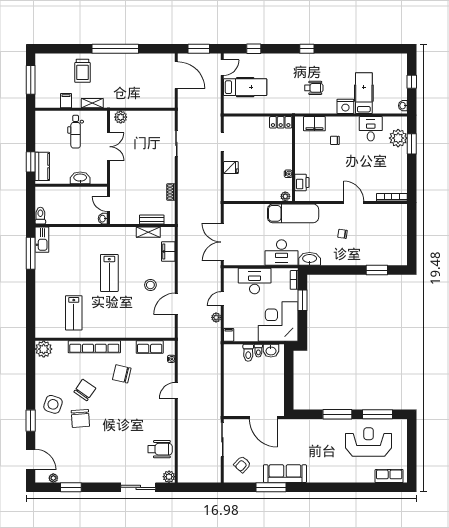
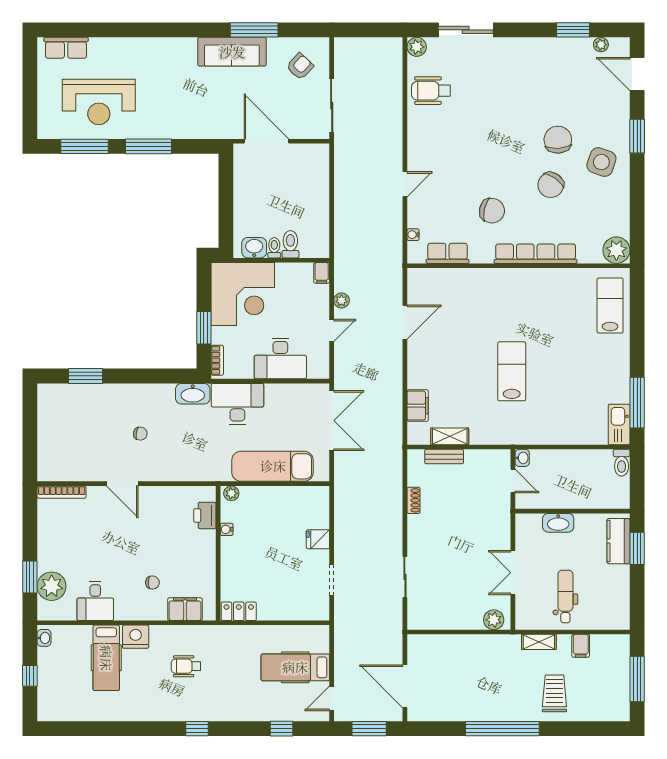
exam couch: (293, 213) -> (273, 466), moved
stool: (150, 285) -> (446, 352), removed
lab bench: (74, 313) -> (610, 306), moved

